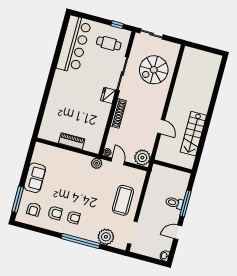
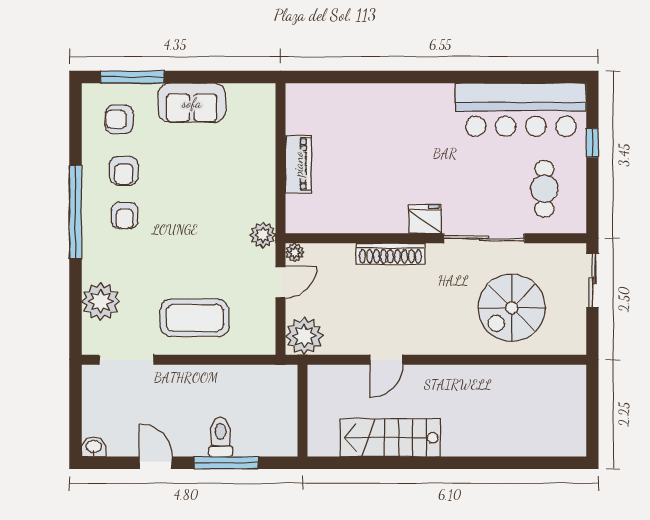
window: (117, 25) -> (592, 143), moved
spiral stairs: (154, 70) -> (512, 308), turned -90
window: (81, 241) -> (76, 212), moved

